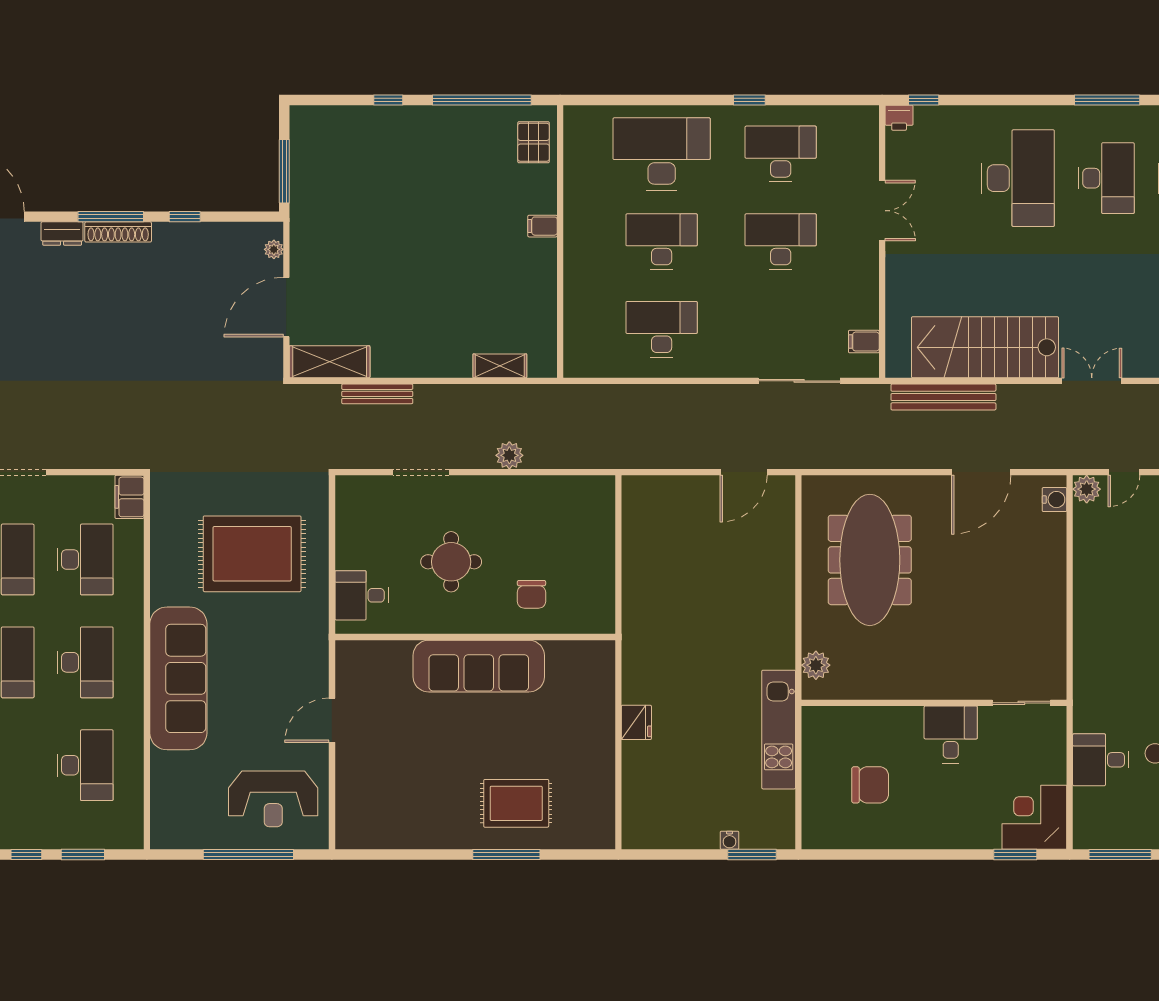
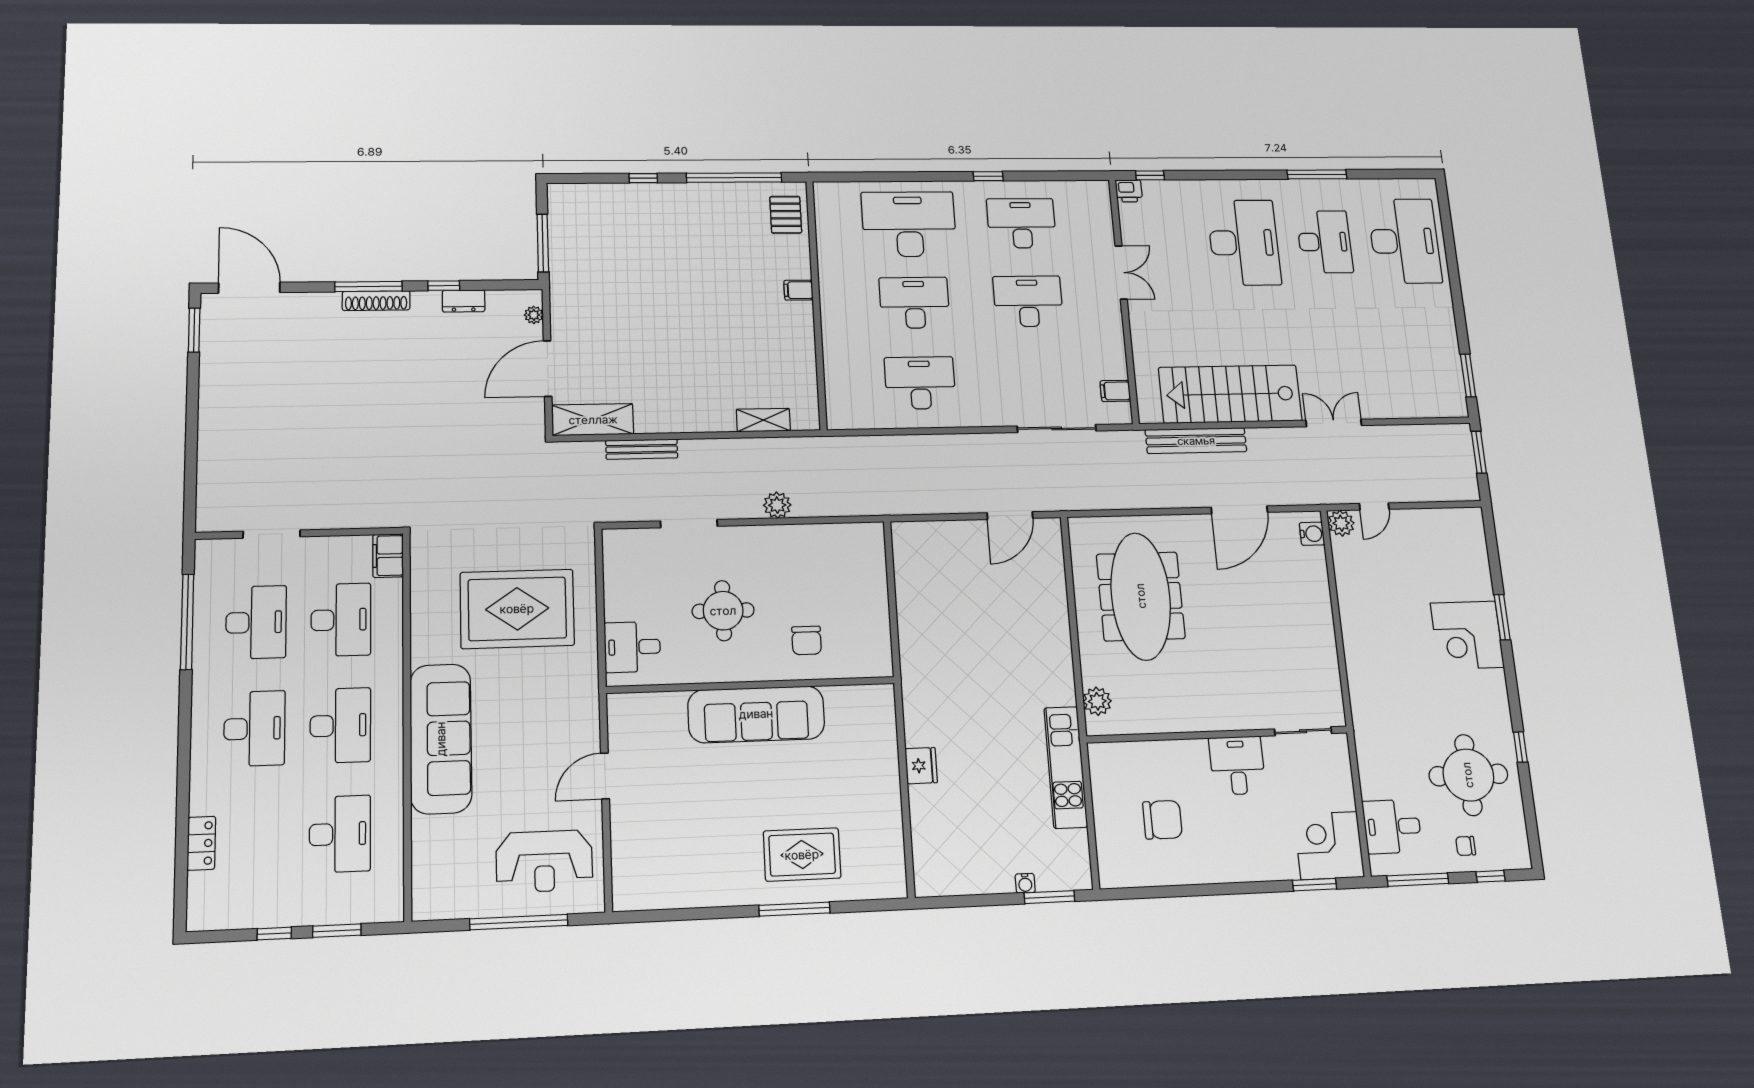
dresser: (62, 233) -> (464, 301), moved
desk: (1101, 760) -> (1392, 826), moved

